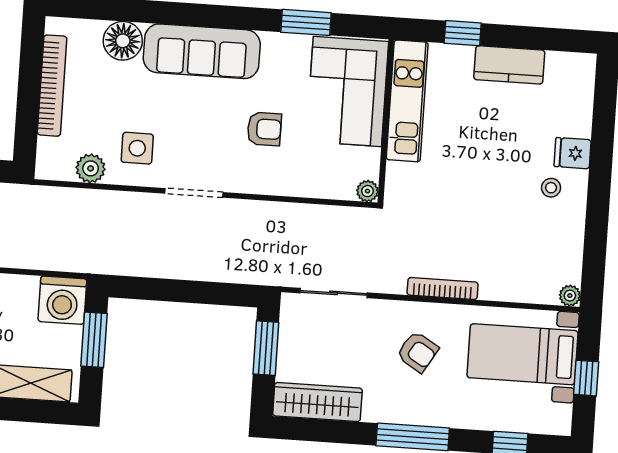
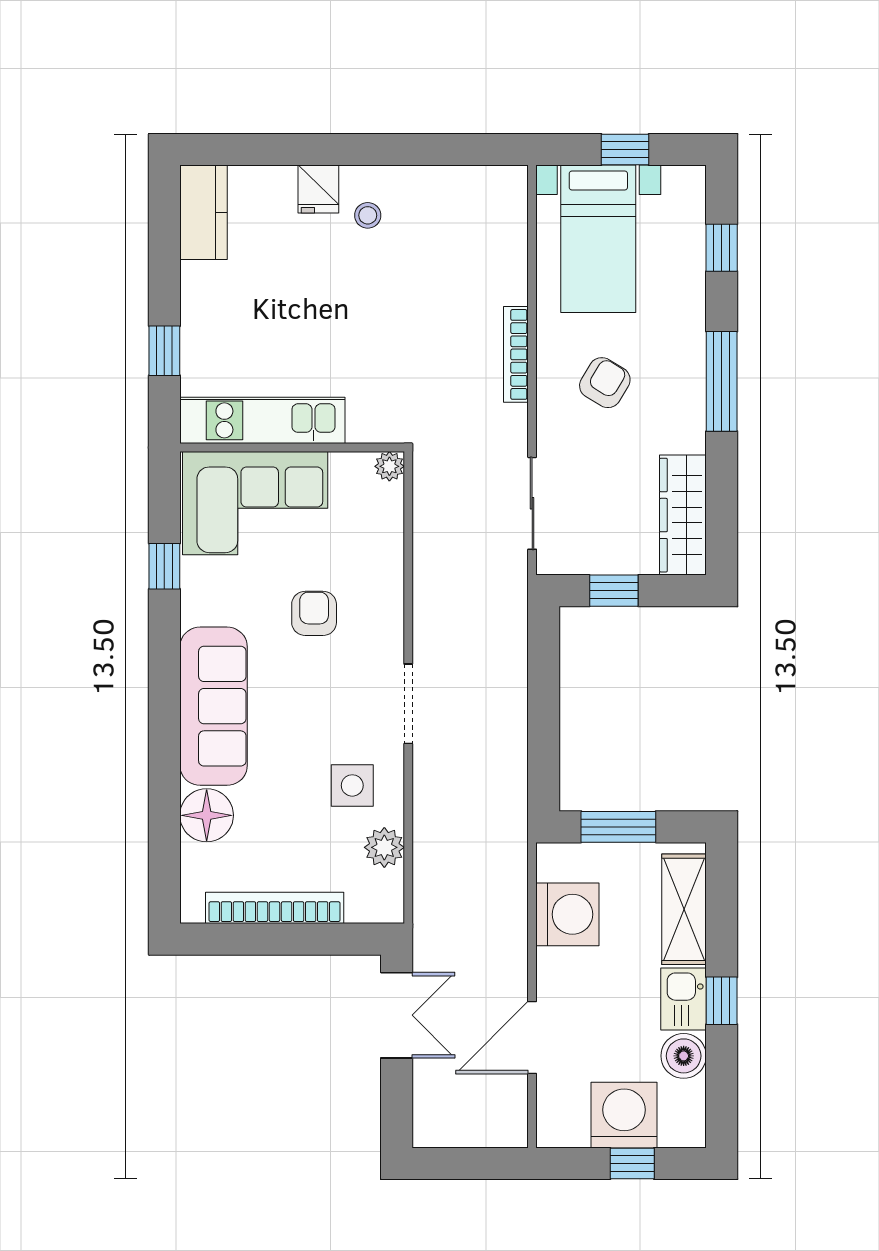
window: (306, 22) -> (164, 566), width x0.67
kitchen counter: (509, 65) -> (204, 212), moved
plant: (570, 296) -> (514, 179), removed
washing machine: (62, 300) -> (567, 914), moved
window: (266, 348) -> (614, 591), width x0.67

